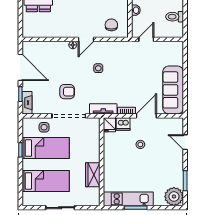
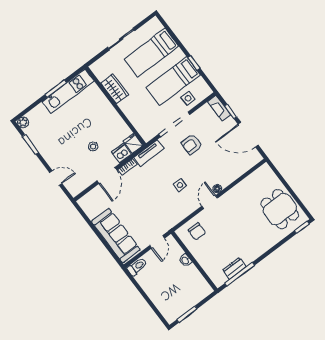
toilet: (175, 17) -> (137, 267), moved
sofa: (173, 90) -> (116, 236), moved
plant: (174, 196) -> (23, 122), width x0.53, depth x0.53

